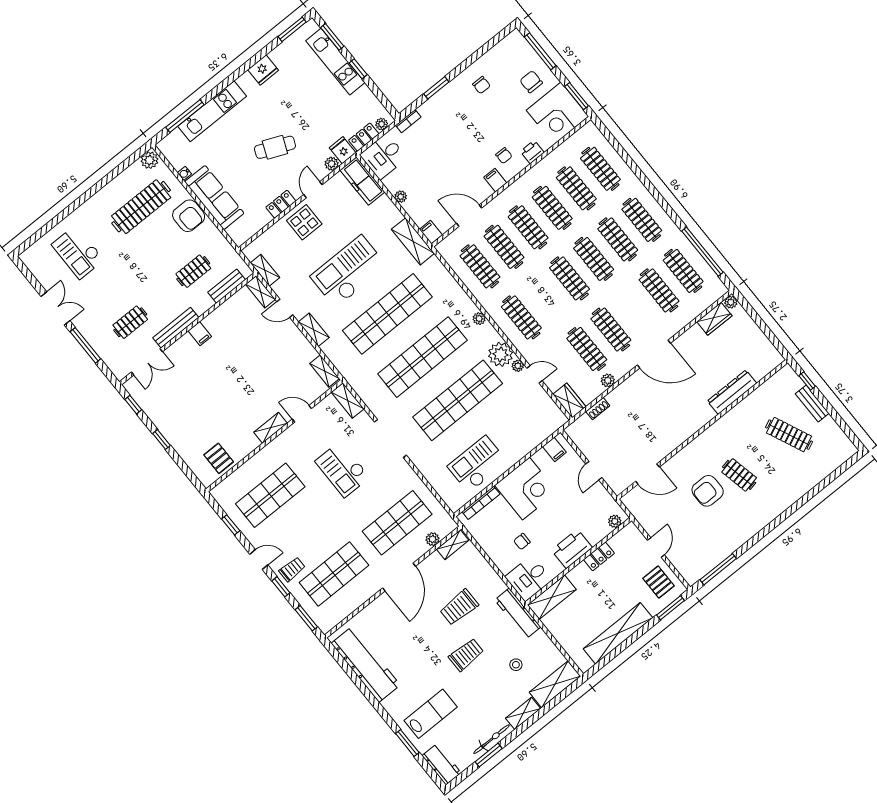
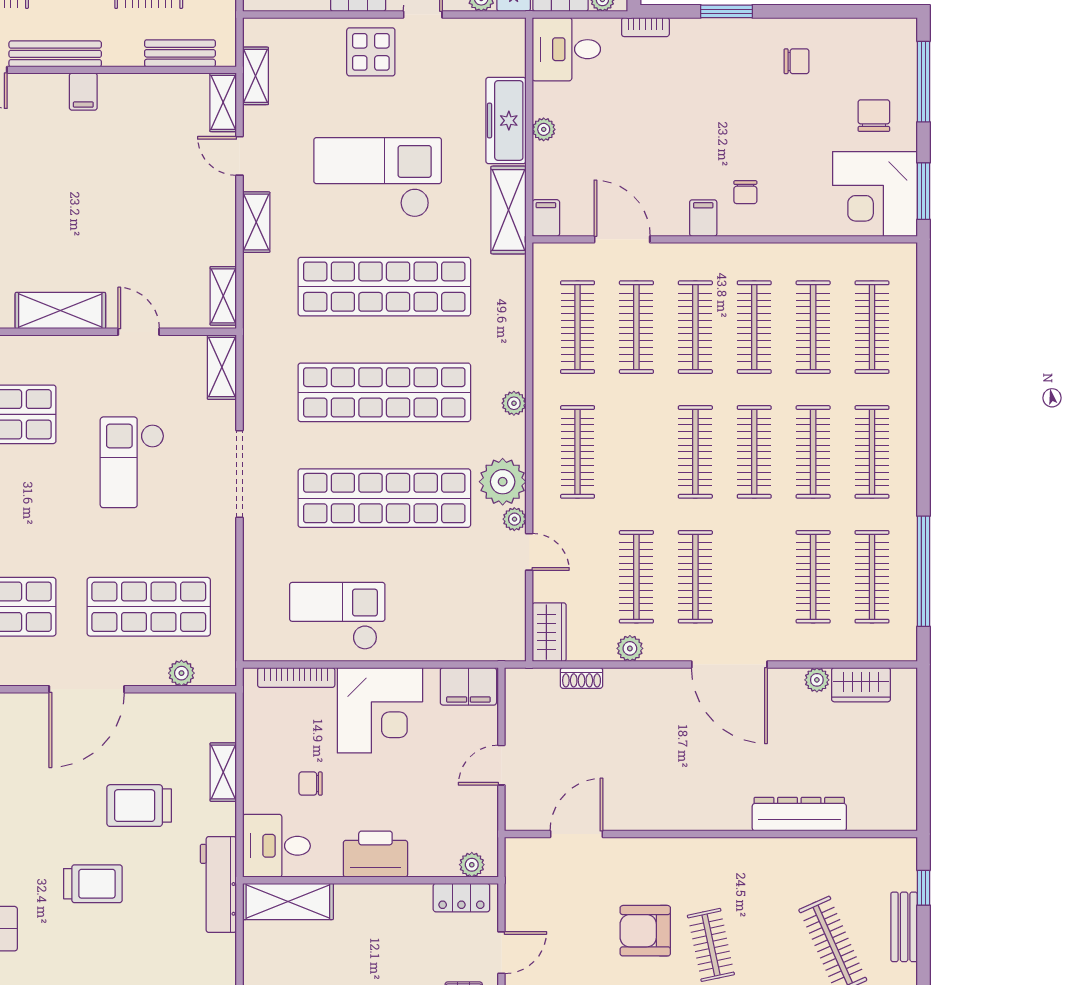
chair: (481, 85) -> (797, 61), turned -90
printer: (532, 152) -> (791, 221), removed
freezer: (362, 181) -> (506, 121), moved
plant: (731, 302) -> (817, 680), moved
shelving: (271, 428) -> (60, 311), width x1.50, depth x1.33
filing cabinet: (554, 449) -> (468, 686), width x2.00
door: (647, 474) -> (576, 834), swing flipped
shelving: (453, 545) -> (223, 772), moved, turned 90
locker: (599, 556) -> (461, 898), moved
stool: (516, 665) -> (154, 958), removed

